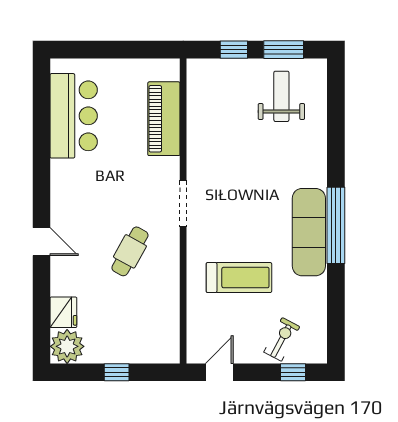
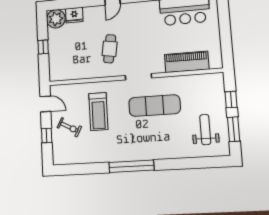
weight bench: (281, 96) -> (205, 130), turned -90
exercise mat: (309, 232) -> (155, 106), moved
cafe table: (130, 251) -> (110, 49), turned 70
exercise bike: (282, 339) -> (69, 127), moved
window: (293, 372) -> (47, 135), moved

